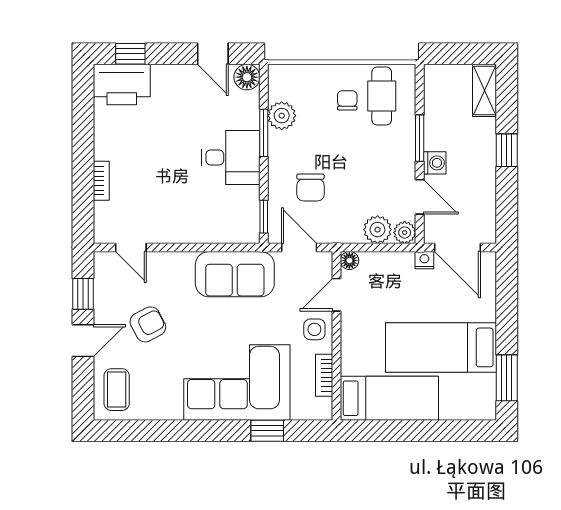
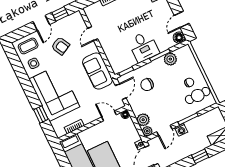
door: (131, 247) -> (93, 34), moved
side table: (314, 329) -> (34, 63), moved
door: (83, 341) -> (41, 23), hinge flipped

